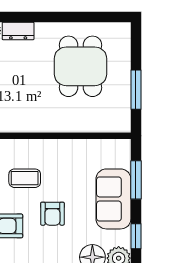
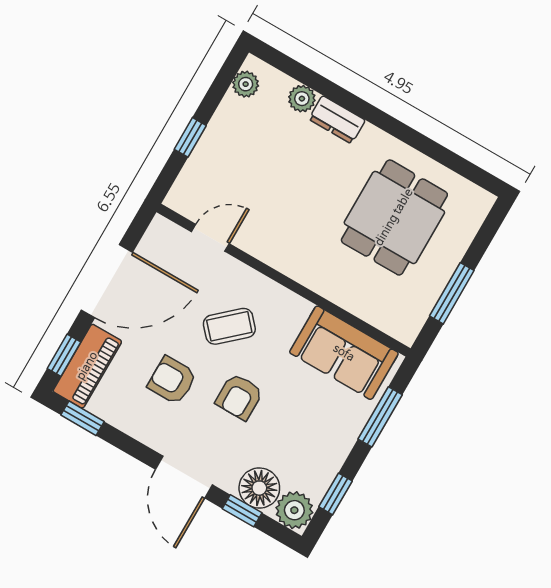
coffee table: (25, 178) -> (229, 326), turned -42
sofa: (113, 199) -> (344, 353), moved, turned -90

